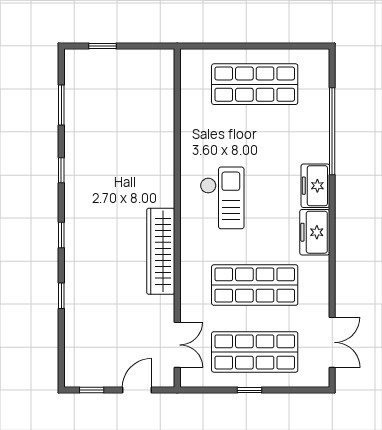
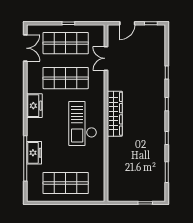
freezer: (315, 186) -> (34, 153), moved
checkout: (222, 198) -> (83, 124), width x1.36, depth x1.21
wardrobe: (161, 251) -> (115, 114), moved
double door: (332, 342) -> (25, 48), swing flipped
double door: (177, 345) -> (106, 58), moved

